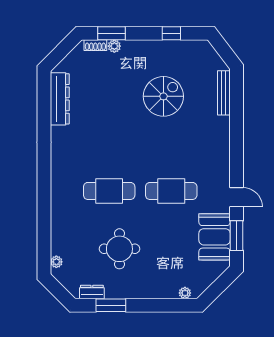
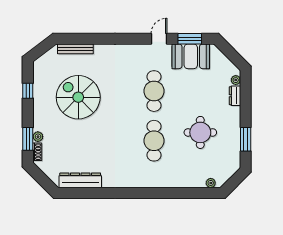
spiral stairs: (163, 96) -> (78, 97), width x1.37, depth x1.37
dresser: (92, 292) -> (235, 96), moved

